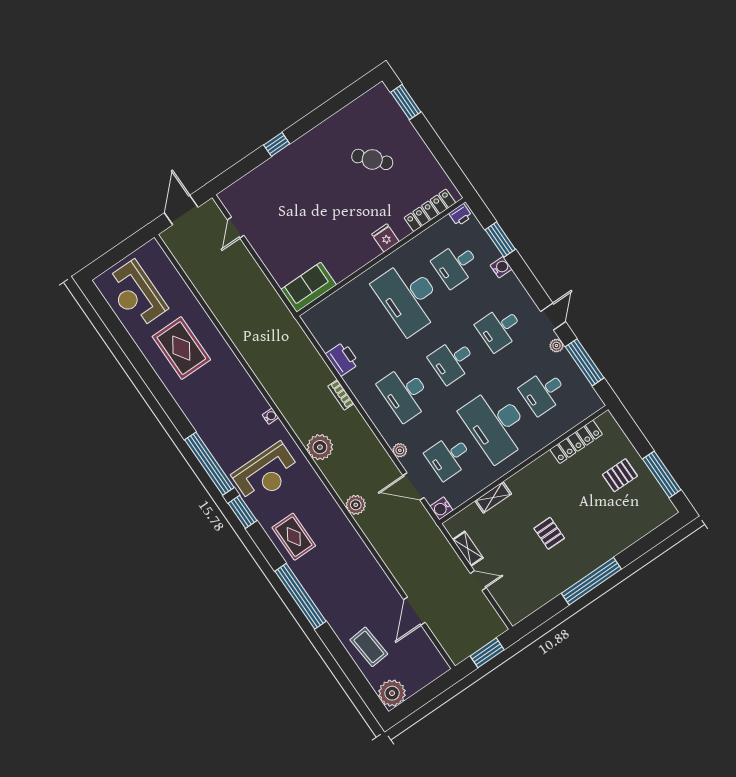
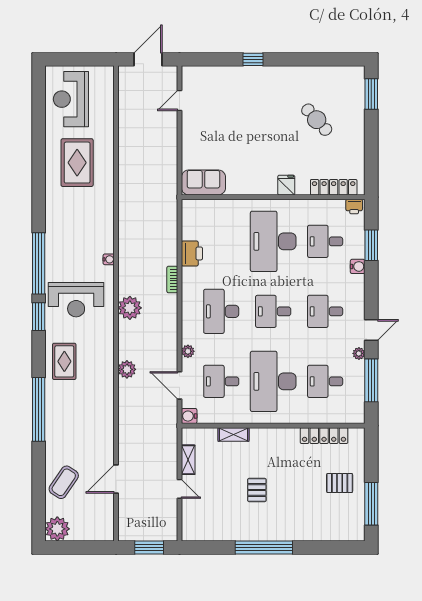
coffee table: (369, 647) -> (64, 482), turned 39

